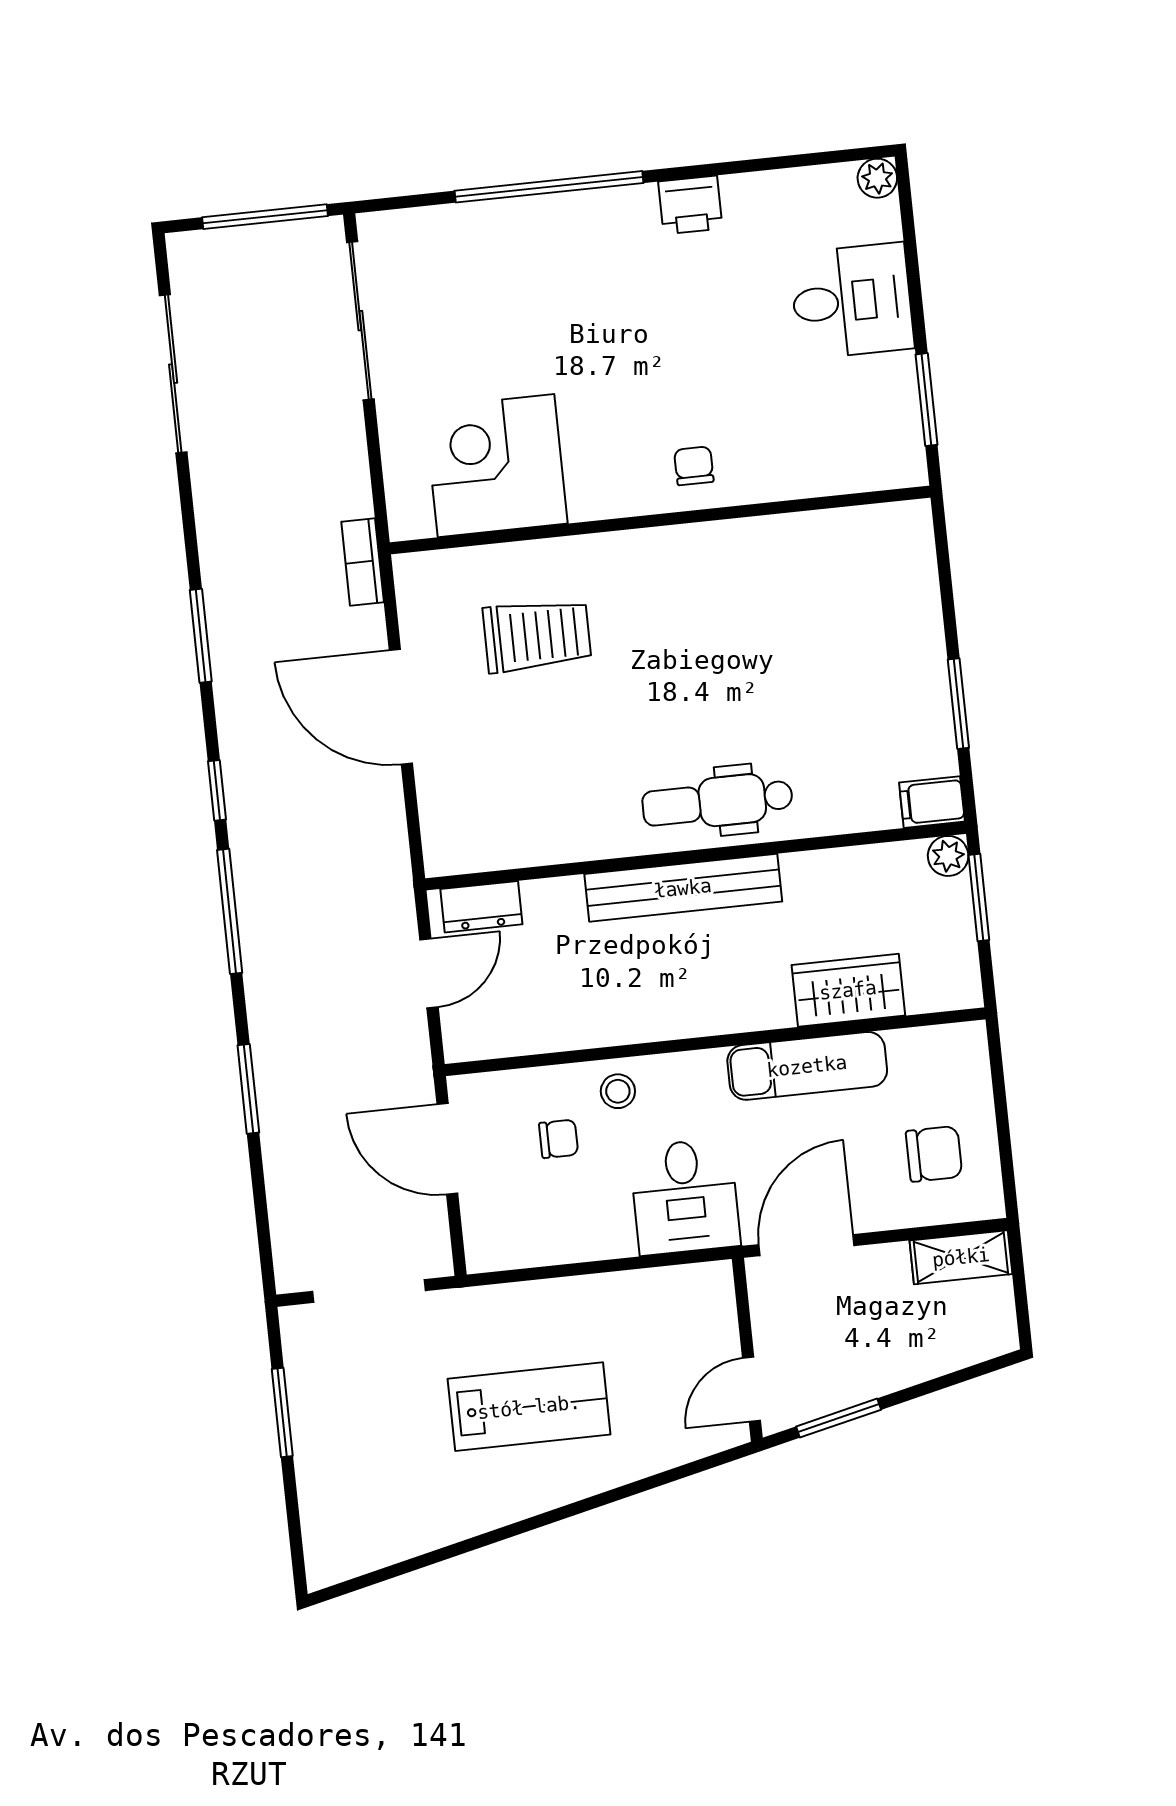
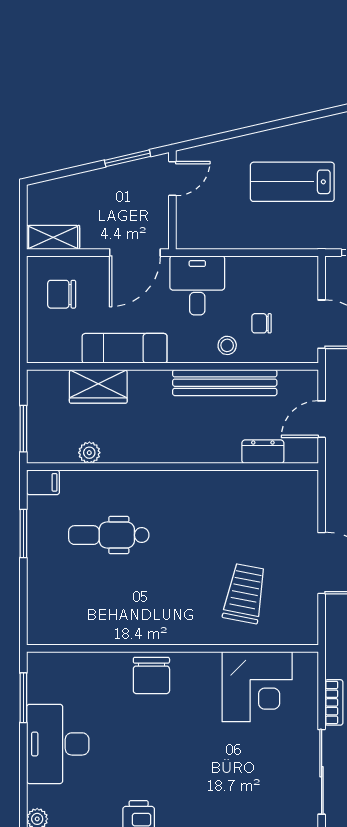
desk: (852, 301) -> (58, 744), width x1.37
chair: (694, 466) -> (151, 675), width x1.87, depth x1.87
bookcase: (363, 562) -> (334, 702), moved
trolley: (537, 635) -> (245, 594), turned 101
dental chair: (717, 802) -> (109, 535), moved, turned 180
plant: (948, 856) -> (89, 453), moved
bench: (683, 888) -> (225, 383), moved
dresser: (481, 907) -> (263, 452), moved

